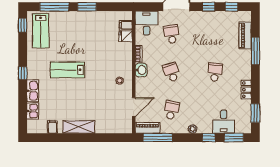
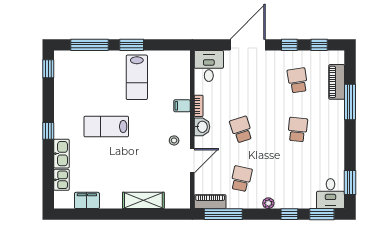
filing cabinet: (126, 25) -> (182, 106), moved
lab bench: (41, 31) -> (137, 77), moved
school desk: (171, 34) -> (298, 80), moved
fridge: (126, 36) -> (182, 83), removed
locker: (246, 90) -> (338, 152), removed
door: (134, 107) -> (192, 161), moved
desk: (224, 122) -> (330, 194), moved
filing cabinet: (52, 127) -> (87, 200), width x2.00
shelving: (79, 127) -> (143, 200), moved

